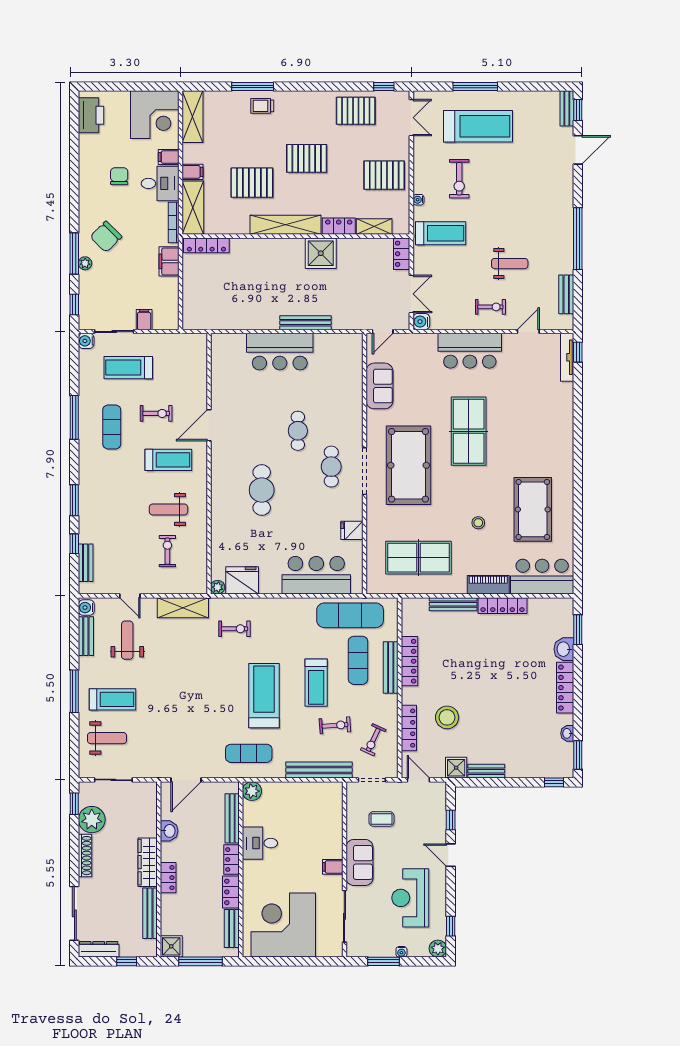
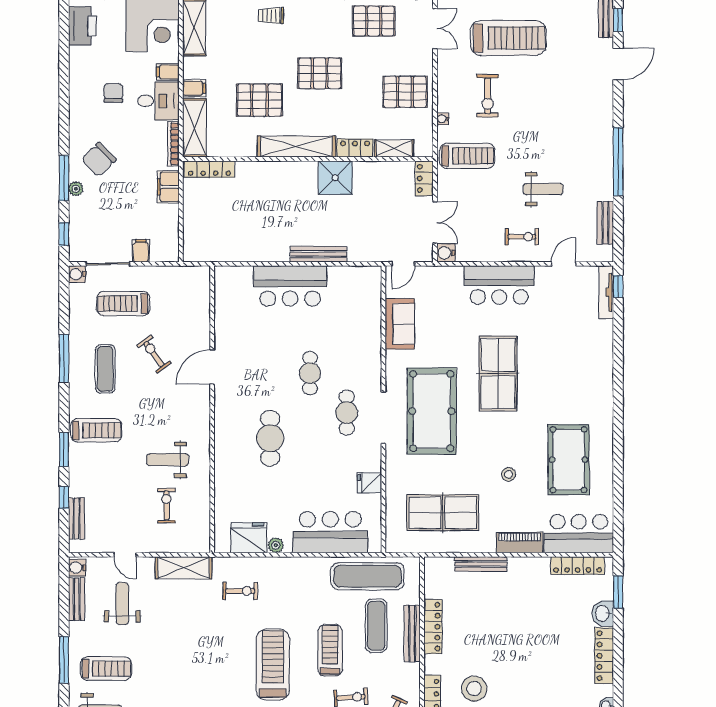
exercise bike: (156, 413) -> (154, 354), turned -126
treadmill: (168, 460) -> (96, 430), moved
plant: (218, 587) -> (276, 545), moved
locker: (503, 606) -> (578, 565), moved
treadmill: (316, 683) -> (330, 650), turned 180

